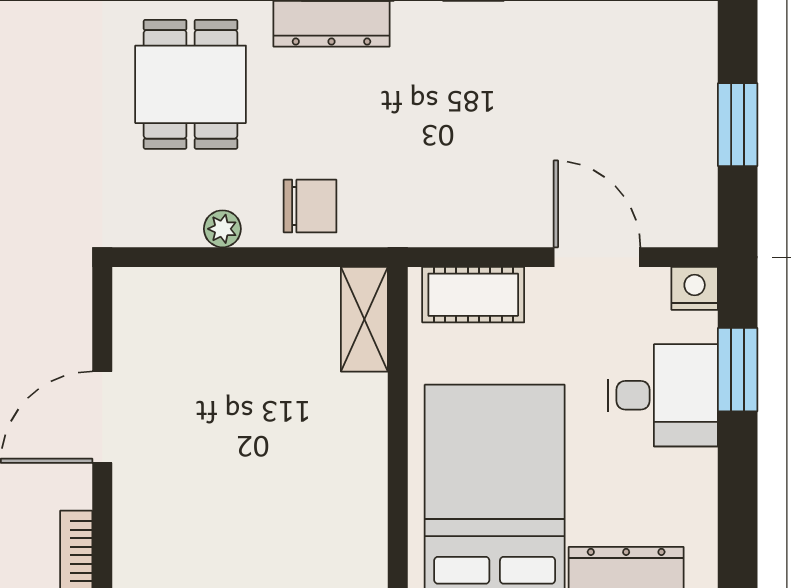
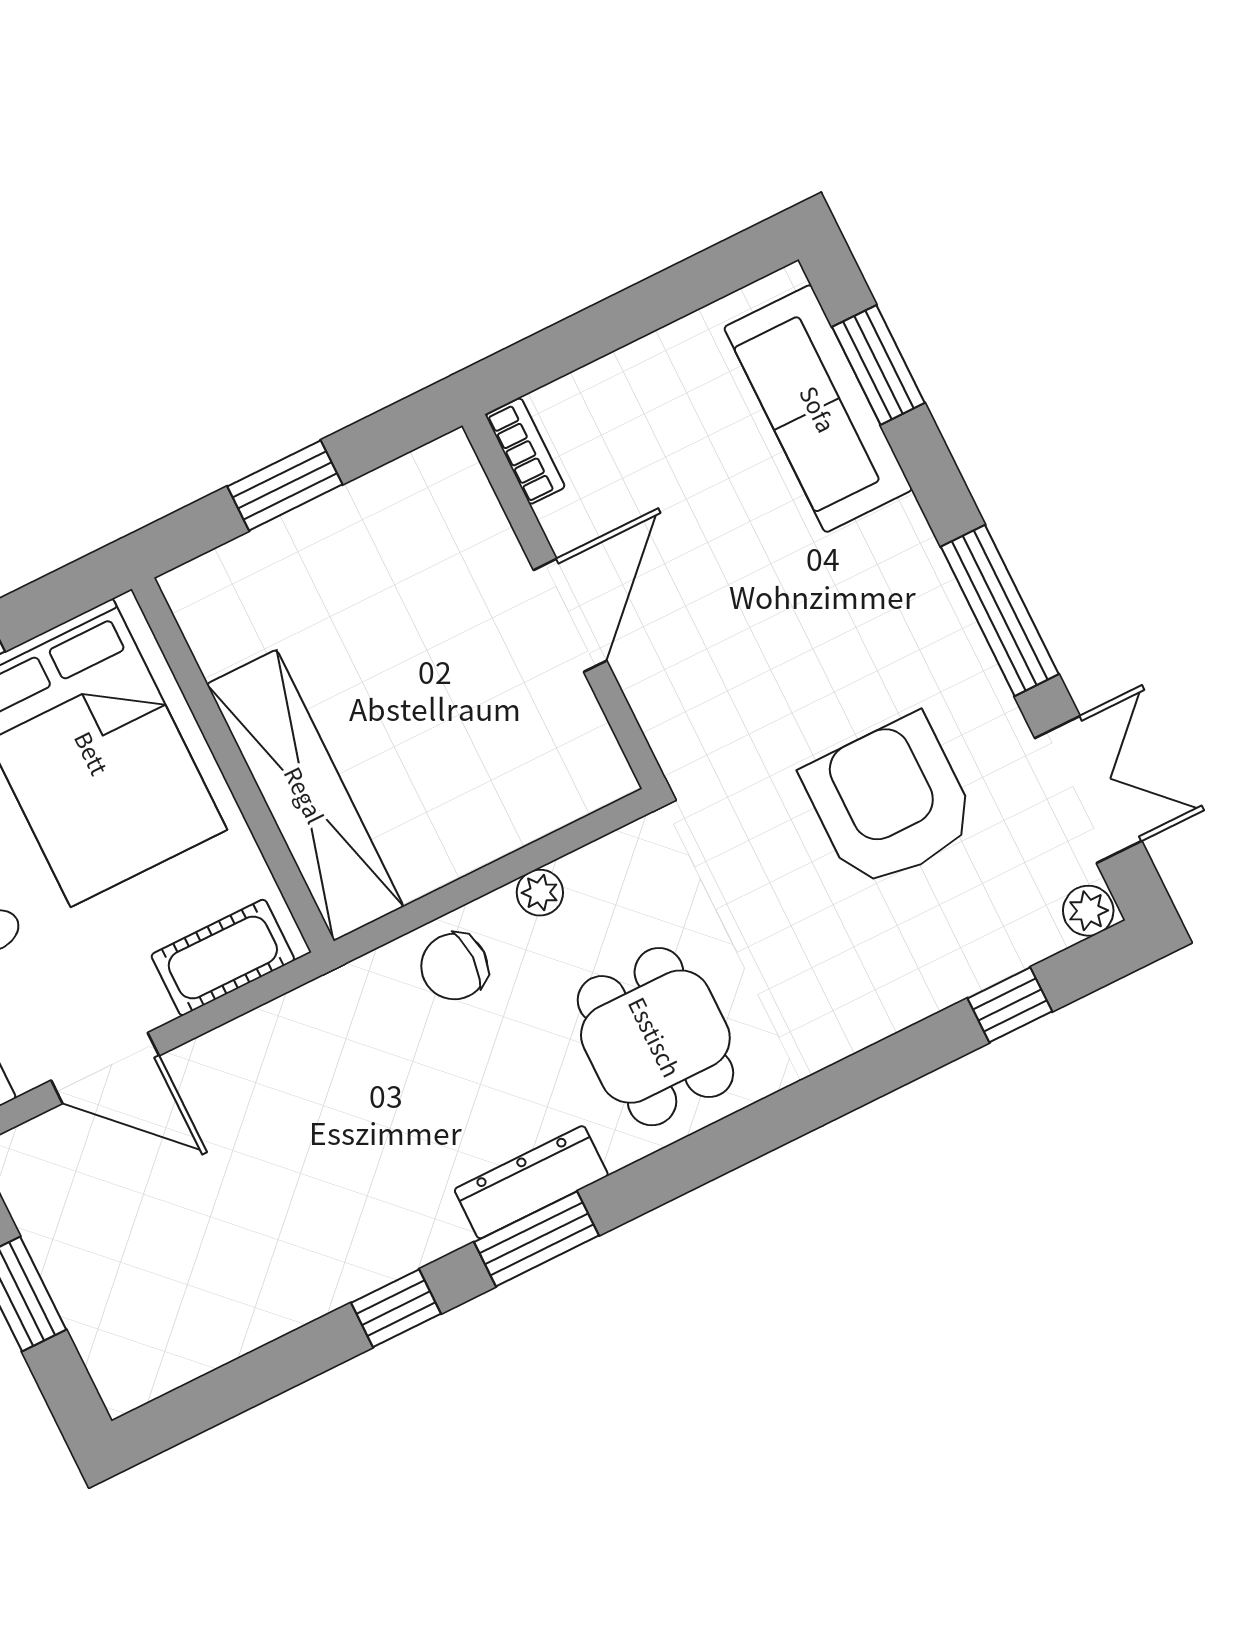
shelving: (364, 319) -> (305, 795), width x2.20, depth x1.33

